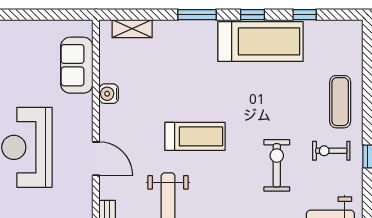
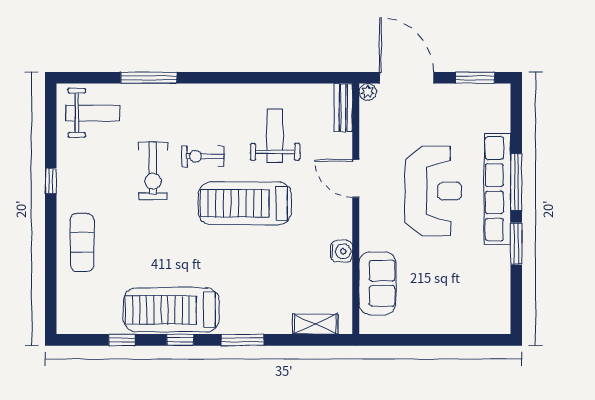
treadmill: (195, 136) -> (245, 203), width x1.37, depth x1.38
exercise bike: (331, 151) -> (203, 156), moved, turned 180

